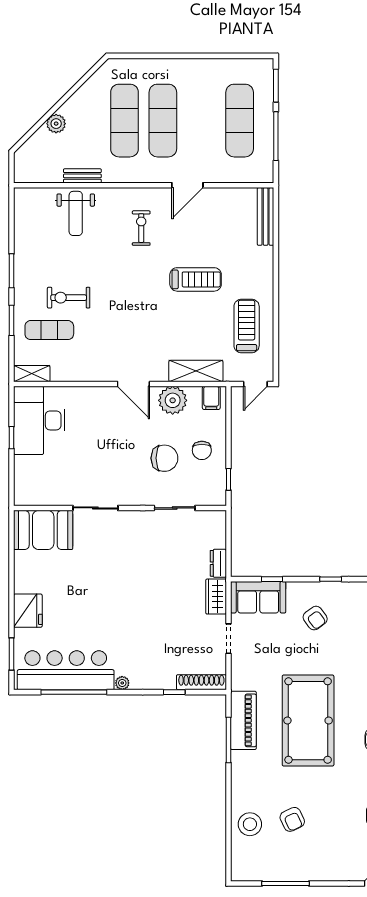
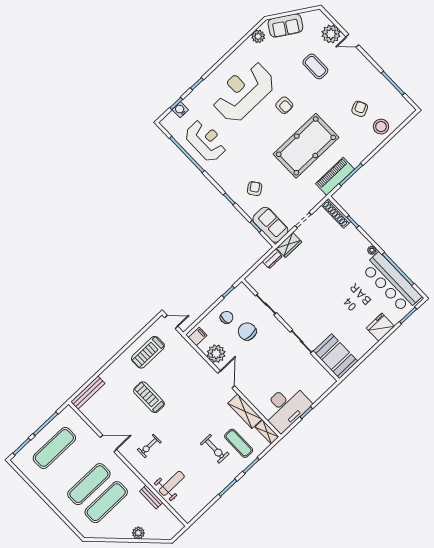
shelving: (196, 371) -> (245, 411), moved

